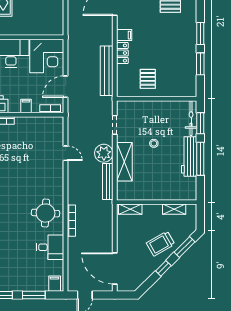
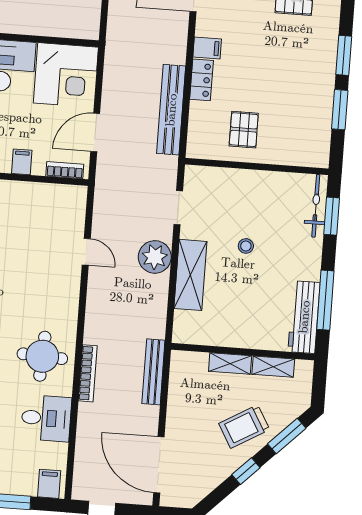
workbench: (189, 157) -> (304, 317), moved
window: (200, 159) -> (325, 300), moved
bench: (108, 181) -> (153, 372), moved
shelving: (130, 209) -> (230, 363), moved

